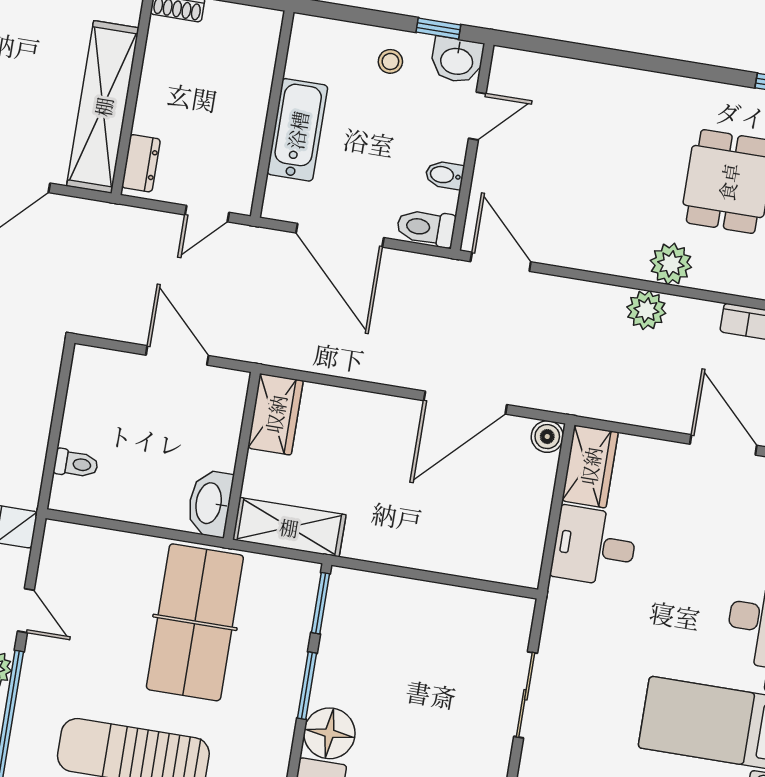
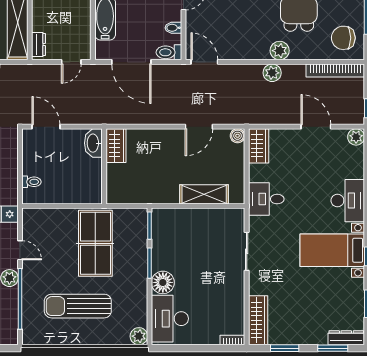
door: (177, 355) -> (46, 127), moved
door: (465, 403) -> (199, 127), width x0.73
washbasin: (210, 503) -> (93, 143), moved
shelving: (289, 527) -> (204, 194), moved
desk: (594, 546) -> (266, 199), moved

